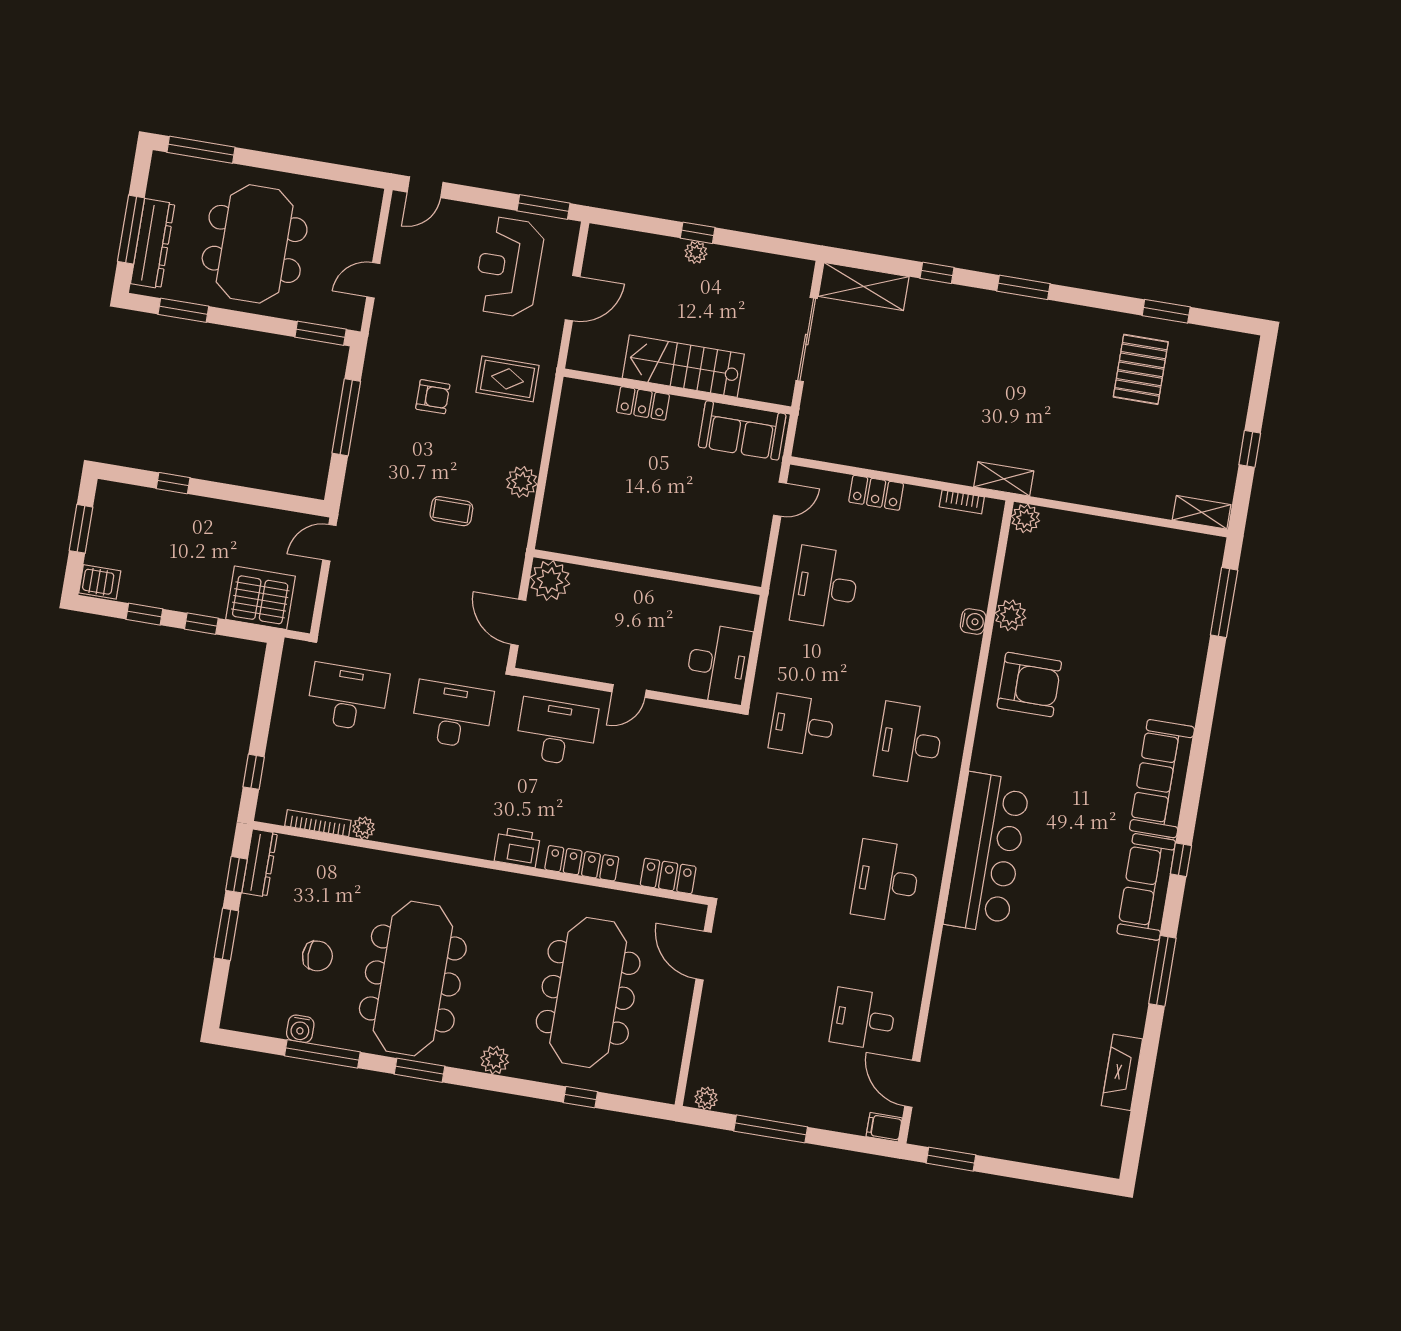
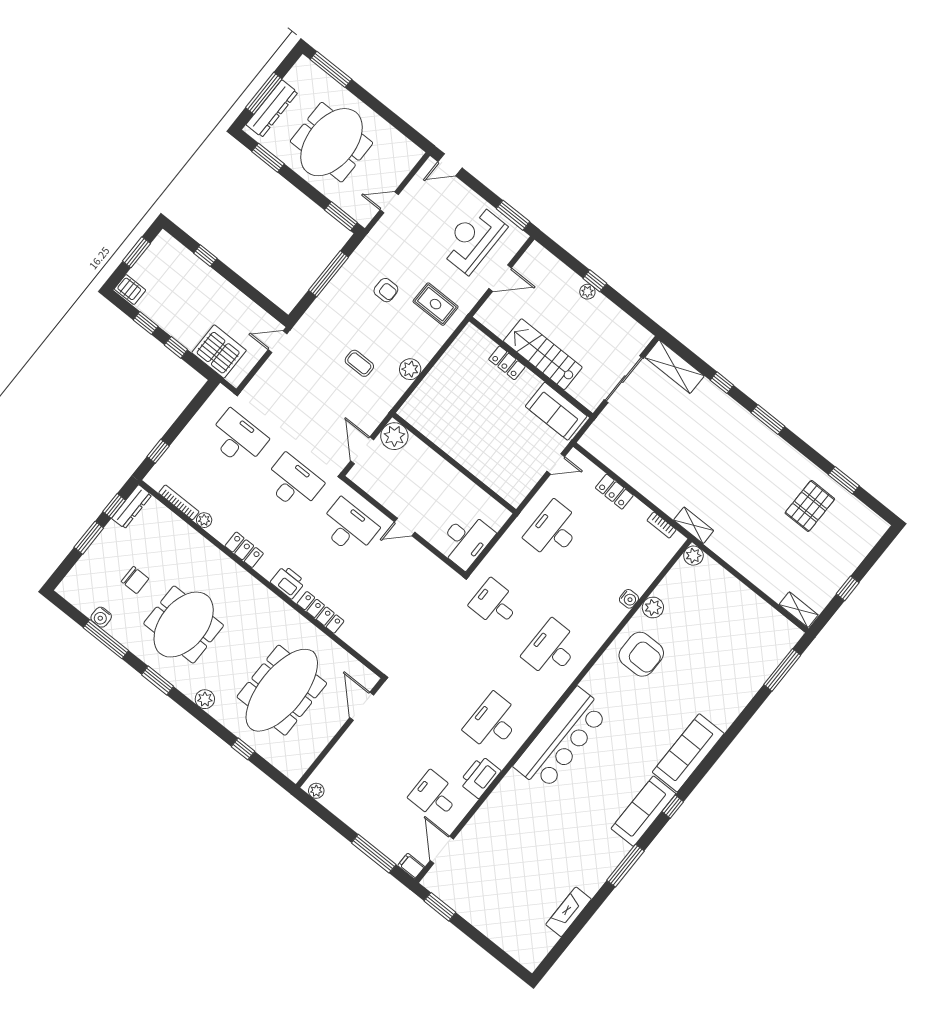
locker: (668, 876) -> (244, 550), moved
printer: (909, 961) -> (480, 777), added
meeting table: (413, 978) -> (184, 625), width x0.73
window: (771, 1129) -> (374, 854), moved

